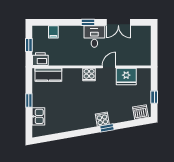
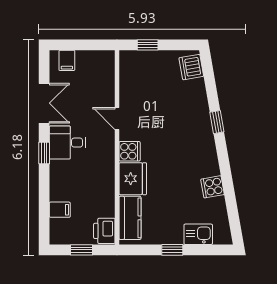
filing cabinet: (145, 36) -> (67, 60), added
fridge: (126, 76) -> (133, 179), moved
window: (154, 97) -> (148, 45), moved
cooker: (102, 119) -> (213, 187), moved

